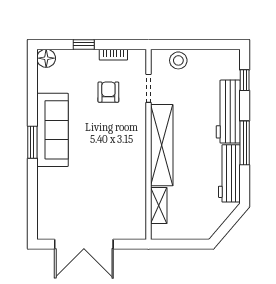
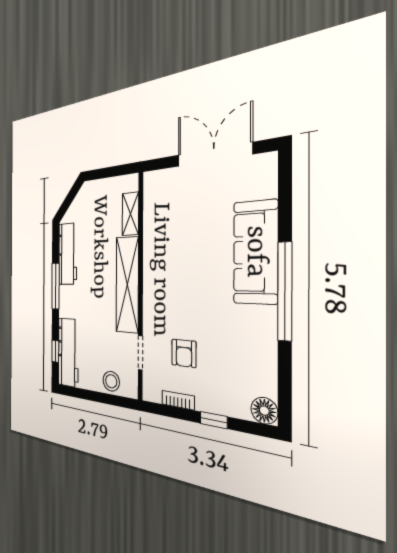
workbench: (228, 112) -> (68, 352), moved
sofa: (53, 130) -> (255, 252), moved
window: (32, 142) -> (285, 291), width x2.11

